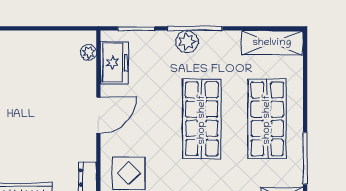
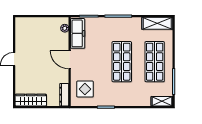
plant: (187, 42) -> (114, 23), removed
freezer: (114, 63) -> (78, 33), width x1.40
door: (98, 115) -> (70, 60), swing flipped

